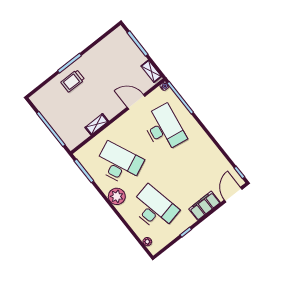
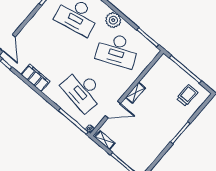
trolley: (73, 81) -> (187, 95), moved
shelving: (97, 124) -> (135, 93), moved
filing cabinet: (205, 206) -> (35, 78), moved, turned -90

